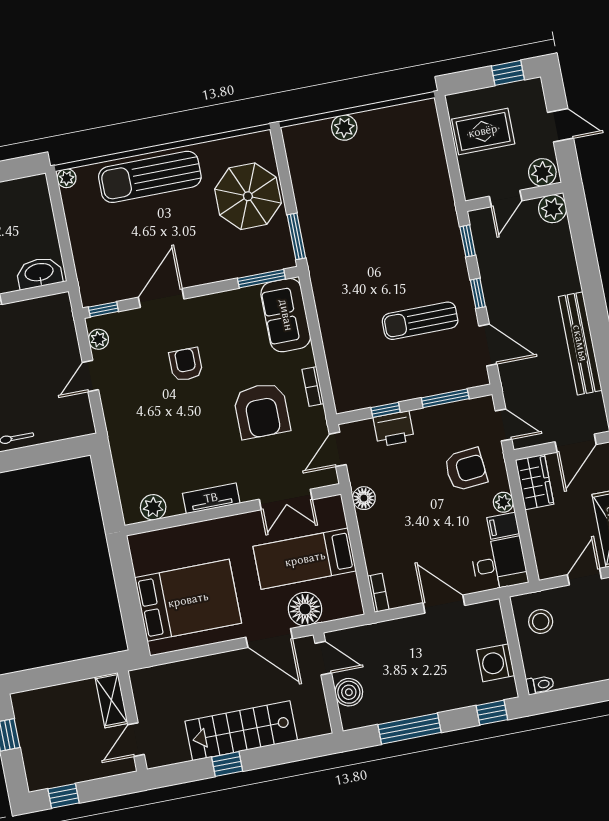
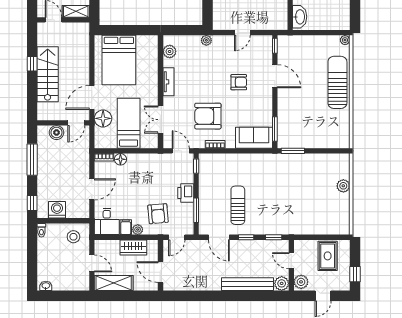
parasol: (248, 196) -> (318, 130), removed
plant: (98, 339) -> (206, 40), moved
bench: (580, 343) -> (247, 284), moved
door: (488, 345) -> (219, 237), hinge flipped
door: (90, 376) -> (242, 33), swing flipped
window: (386, 410) -> (196, 166), moved
printer: (394, 429) -> (186, 193), moved
wardrobe: (535, 482) -> (133, 247), moved
floor lamp: (364, 498) -> (120, 159), moved

